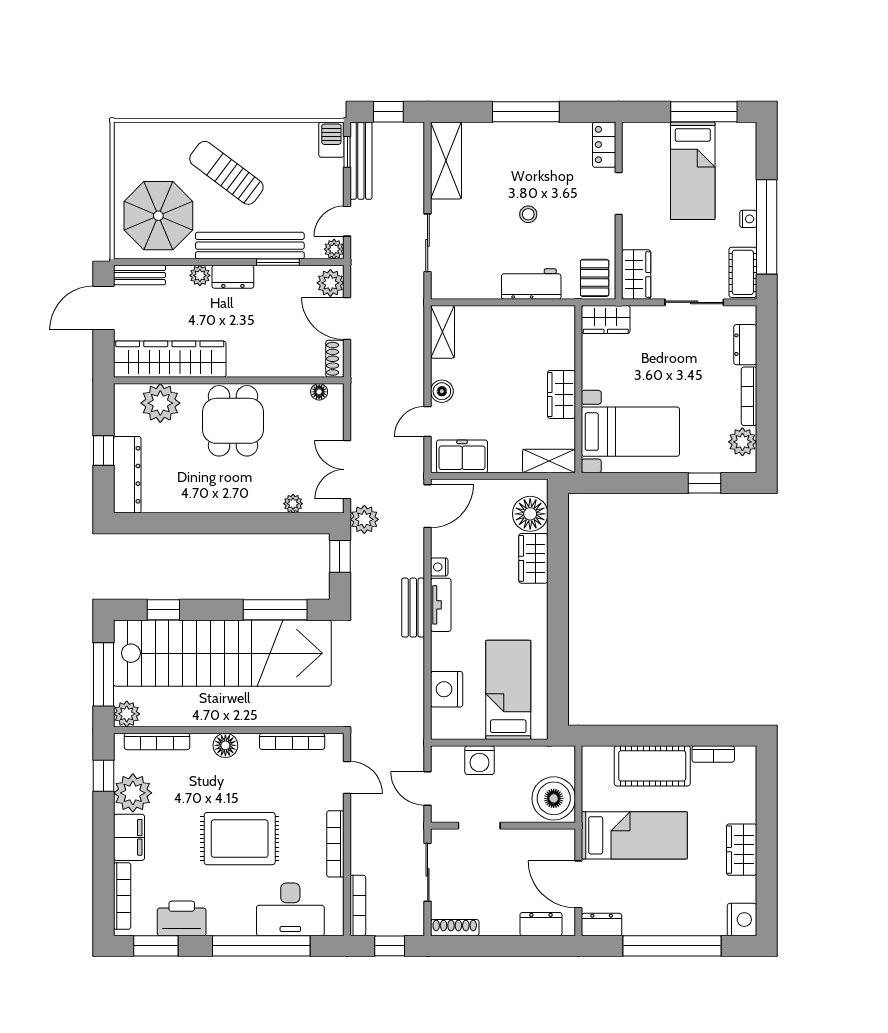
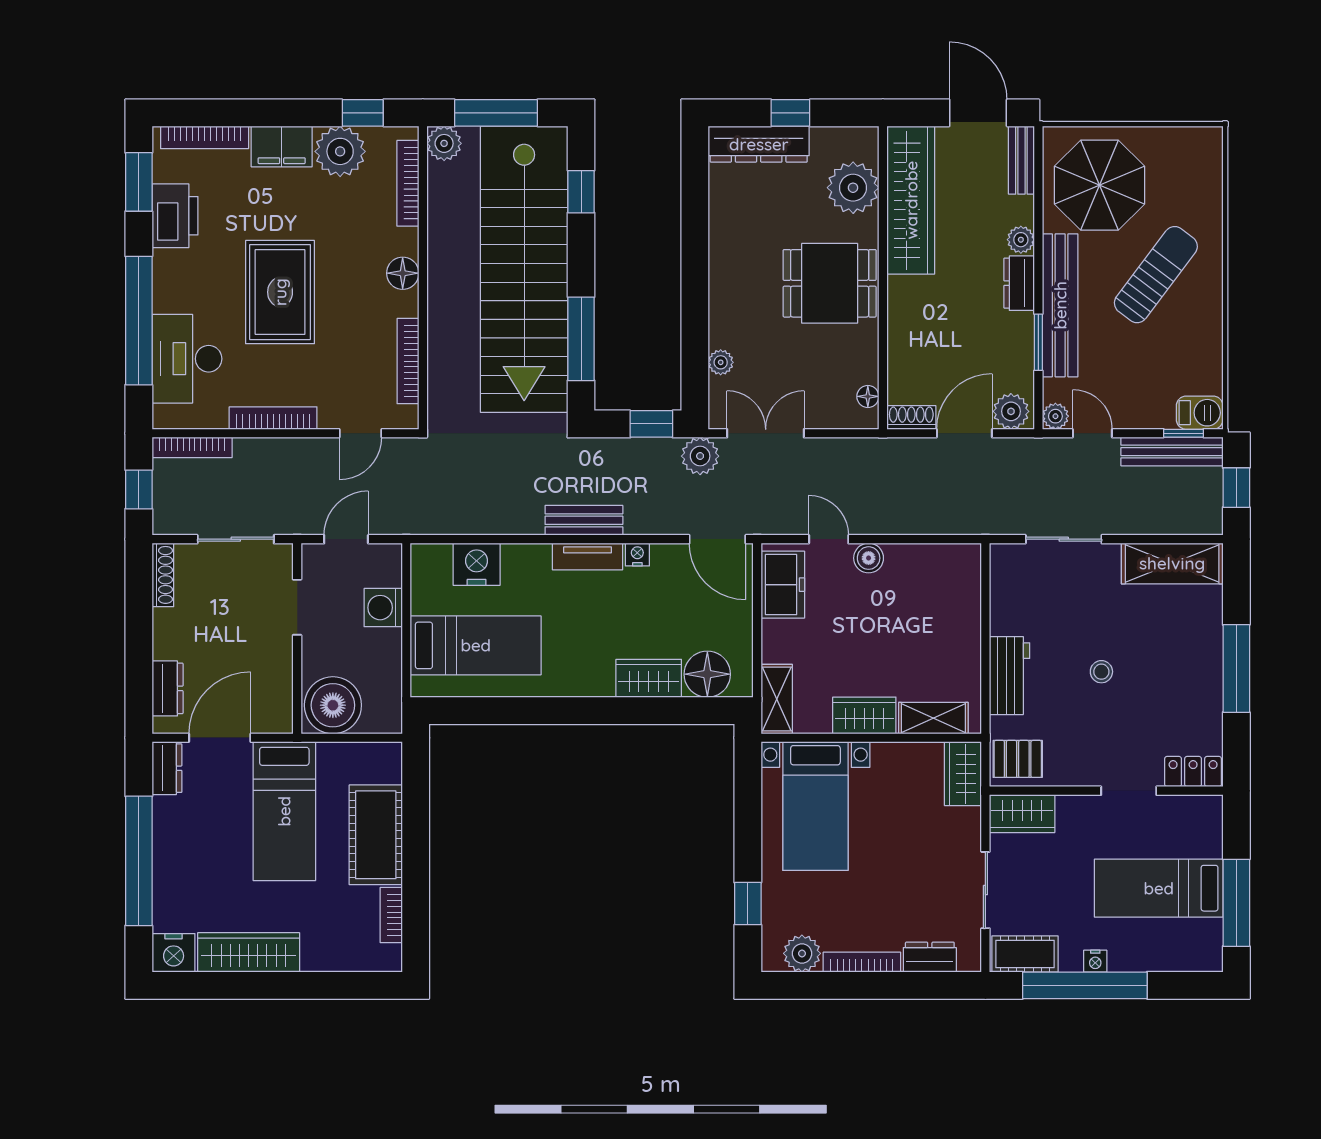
shelving: (442, 332) -> (933, 718), moved
wardrobe: (742, 850) -> (249, 952), width x1.50

